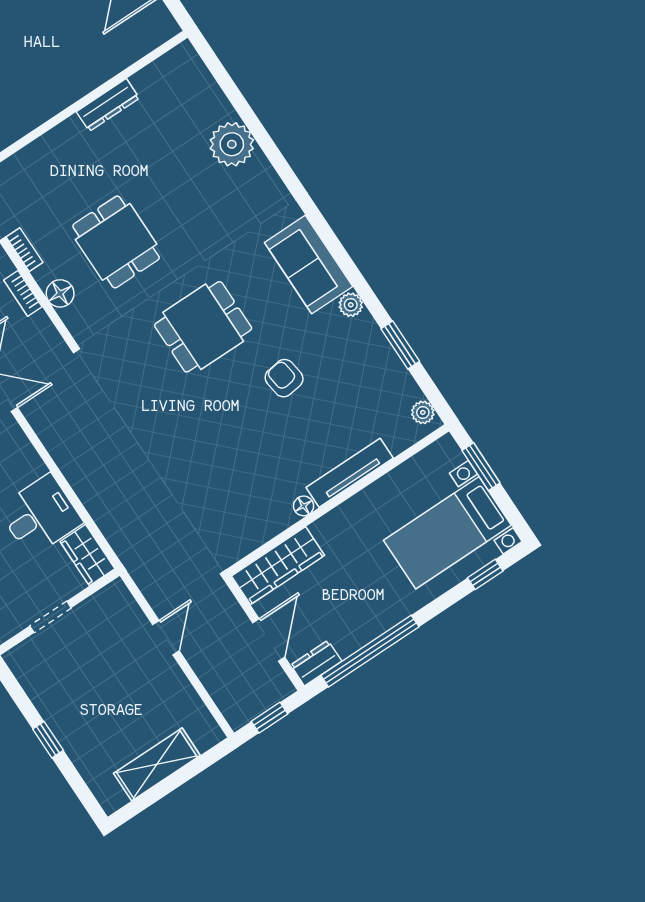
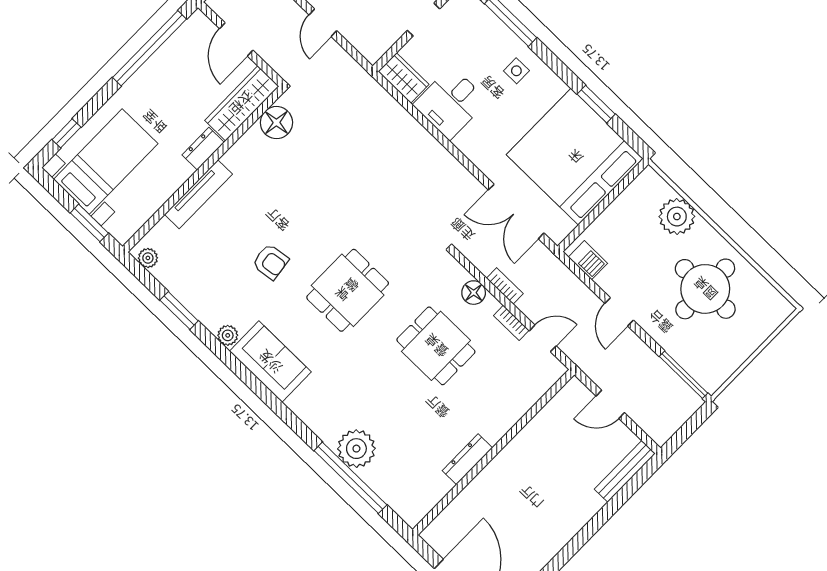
window: (246, 113) -> (350, 478), added
floor lamp: (304, 506) -> (276, 123), moved, width x1.89, depth x1.89
dresser: (316, 663) -> (203, 149), moved, turned 180

